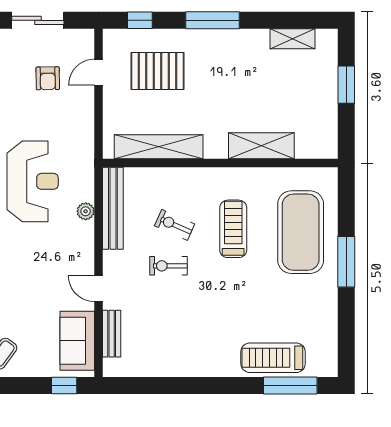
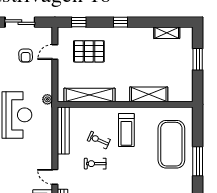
window: (213, 20) -> (121, 22), width x0.46
plant: (86, 211) -> (47, 99), moved
treadmill: (233, 229) -> (126, 130), moved, turned 180

